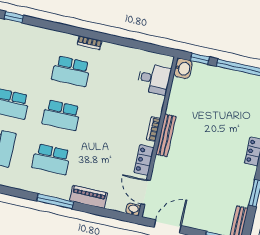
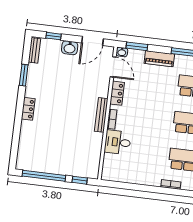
washbasin: (183, 68) -> (70, 48), moved, turned -90
desk: (154, 79) -> (118, 142), moved
window: (114, 215) -> (137, 46), added

